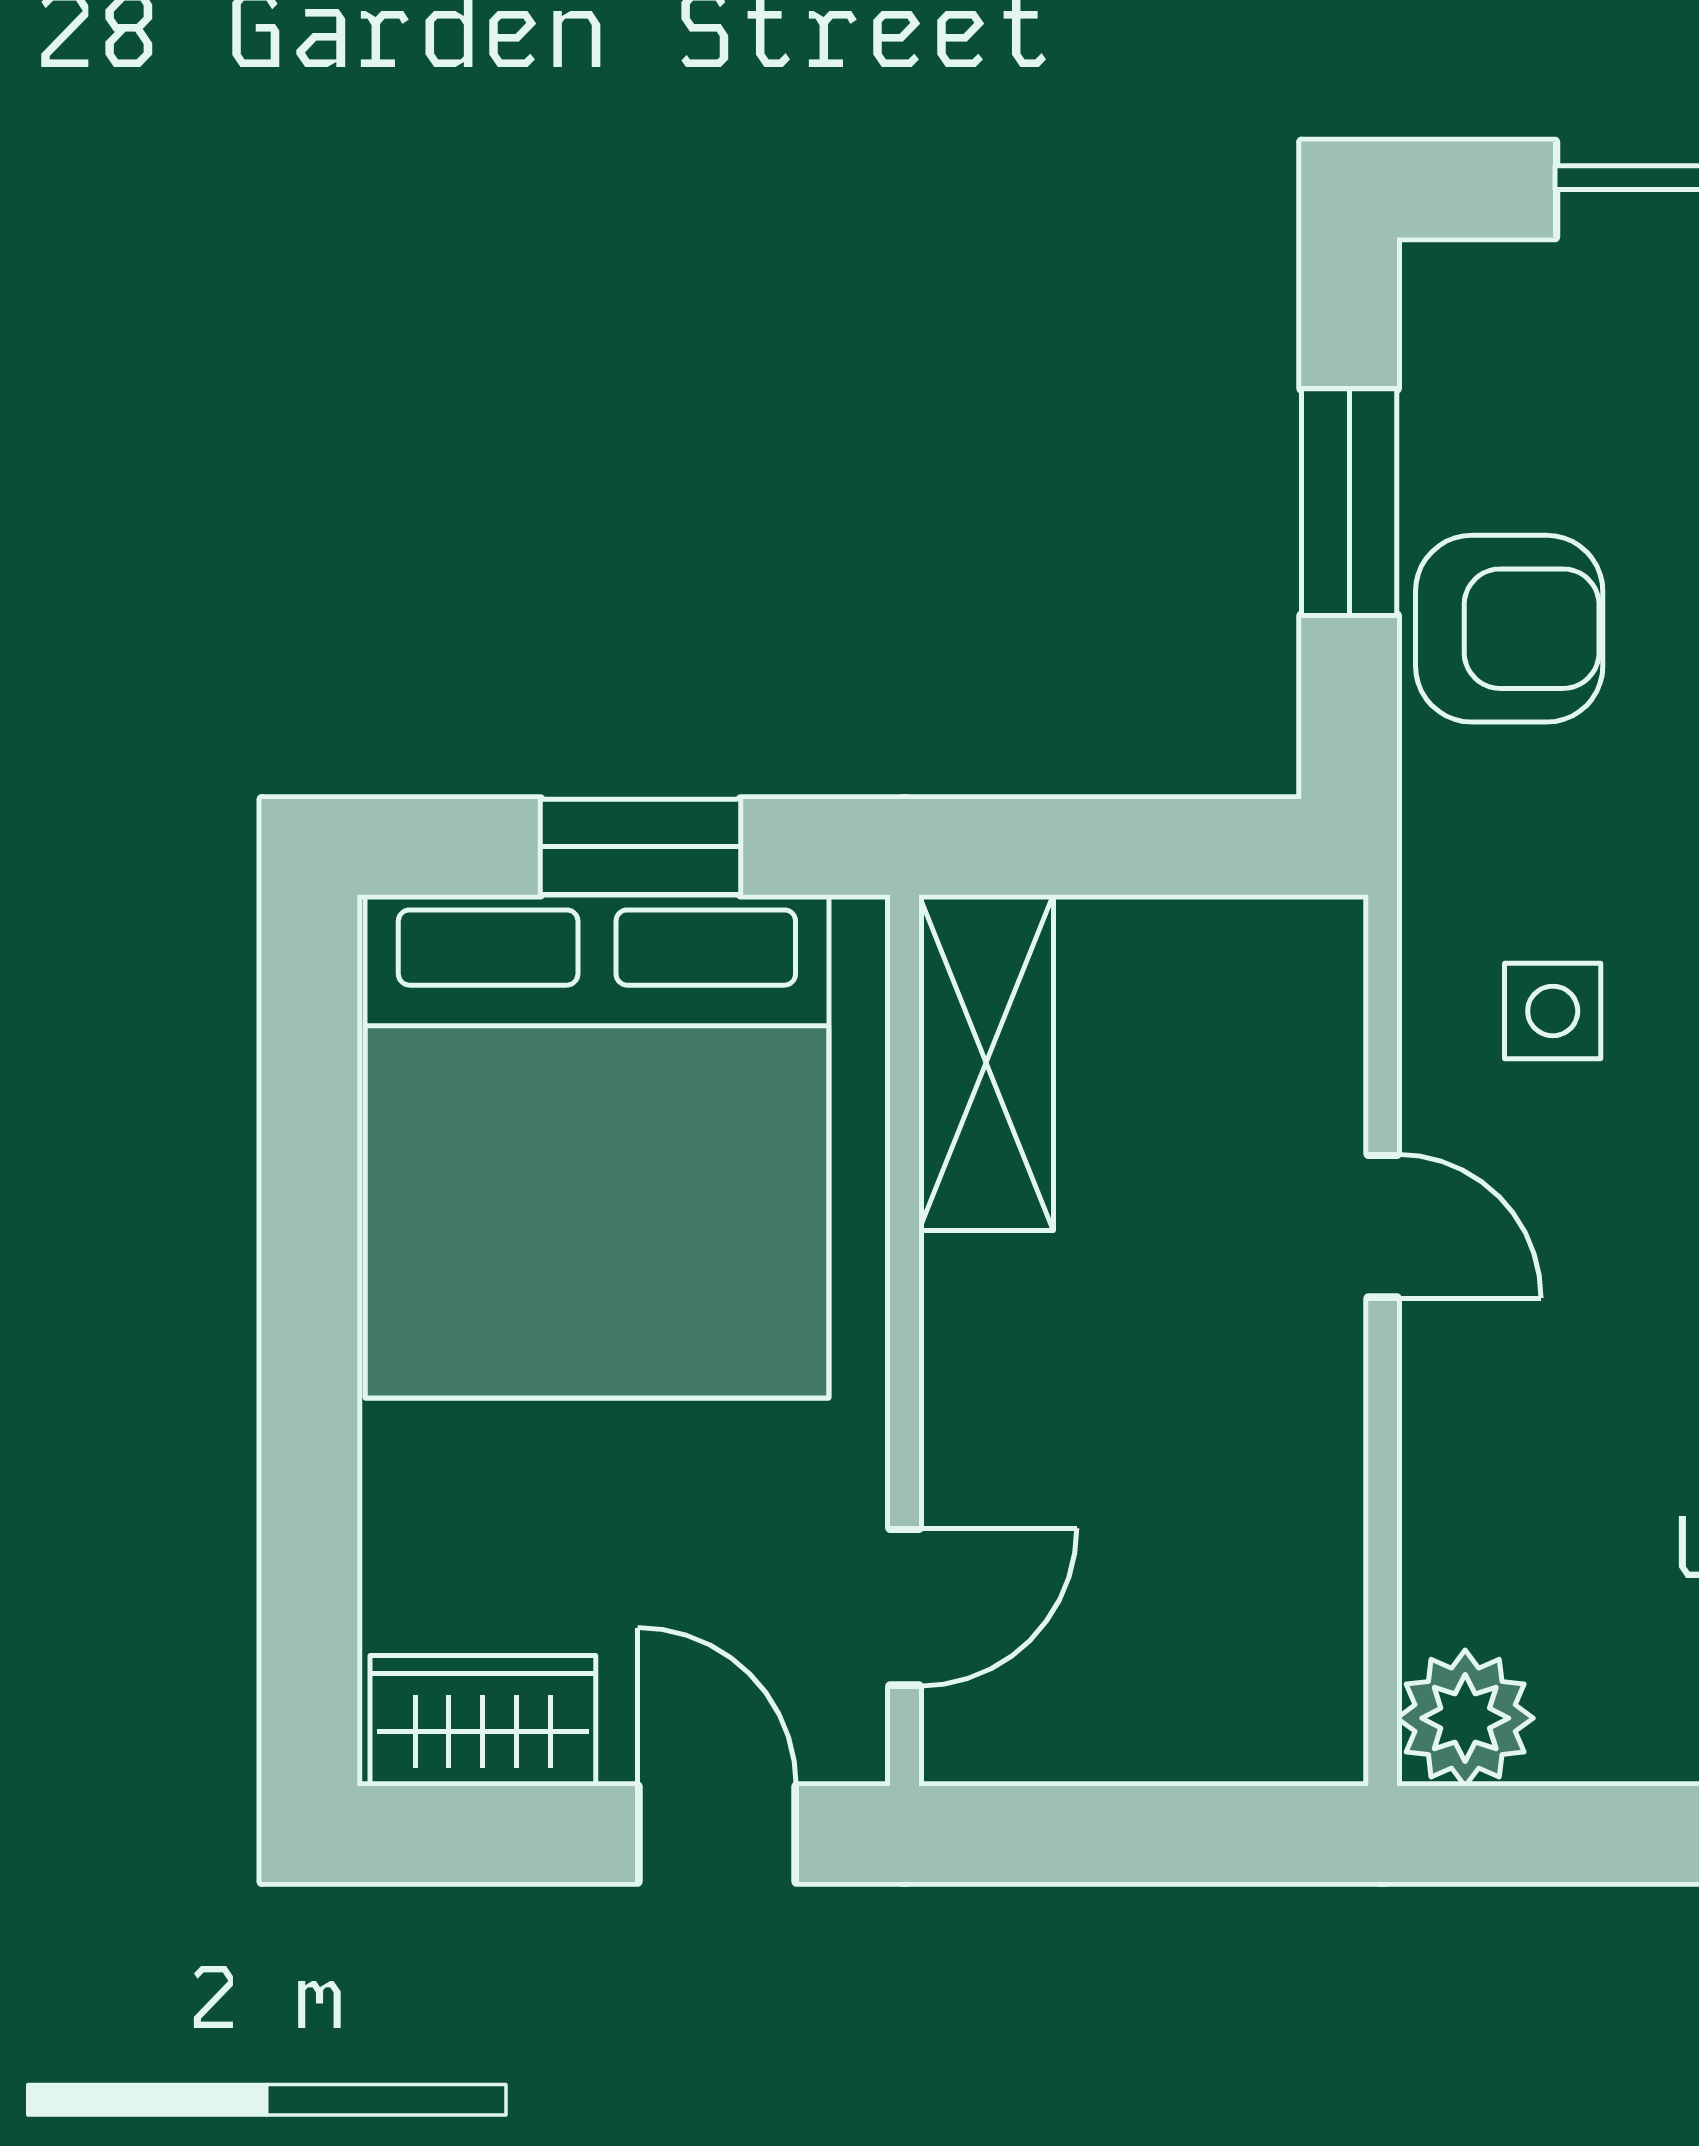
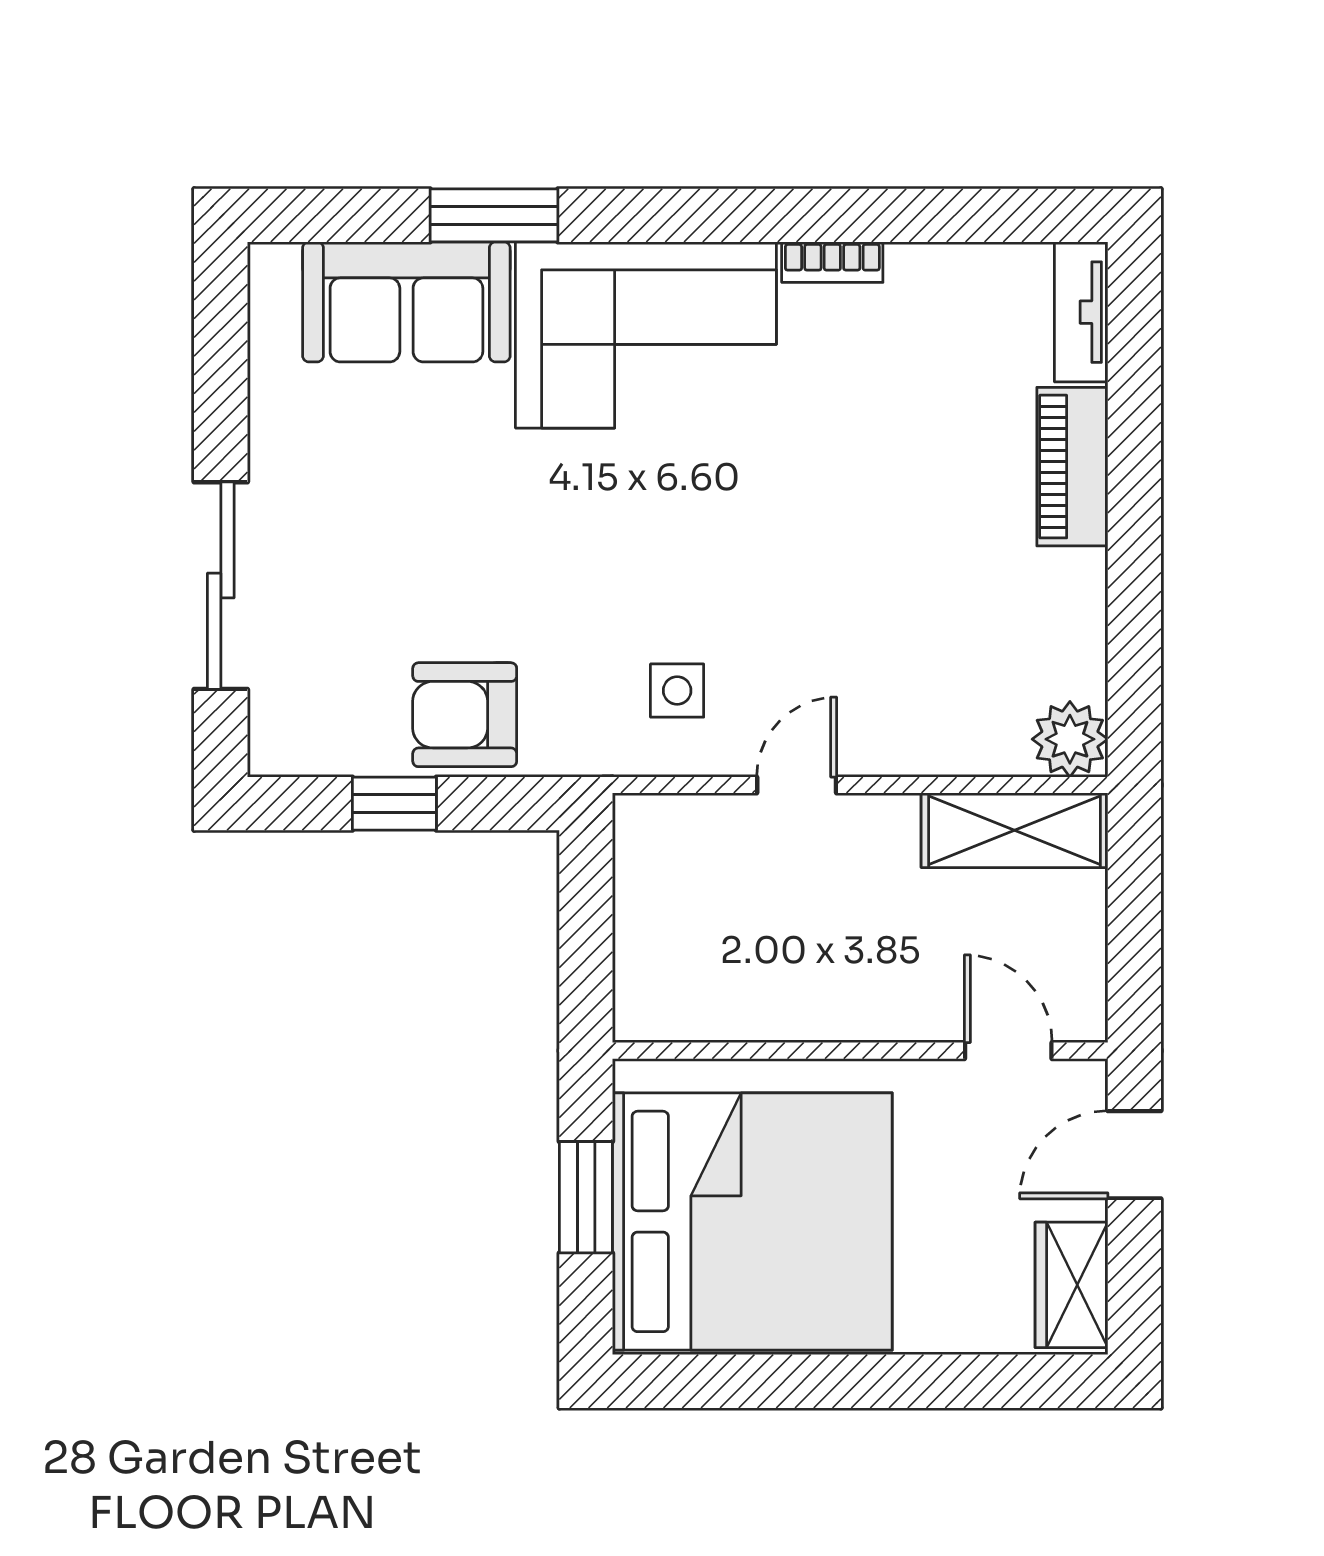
window: (1349, 502) -> (394, 804), width x0.67
armchair: (1509, 629) -> (465, 715), turned -90
shelving: (986, 1063) -> (1014, 830), moved

